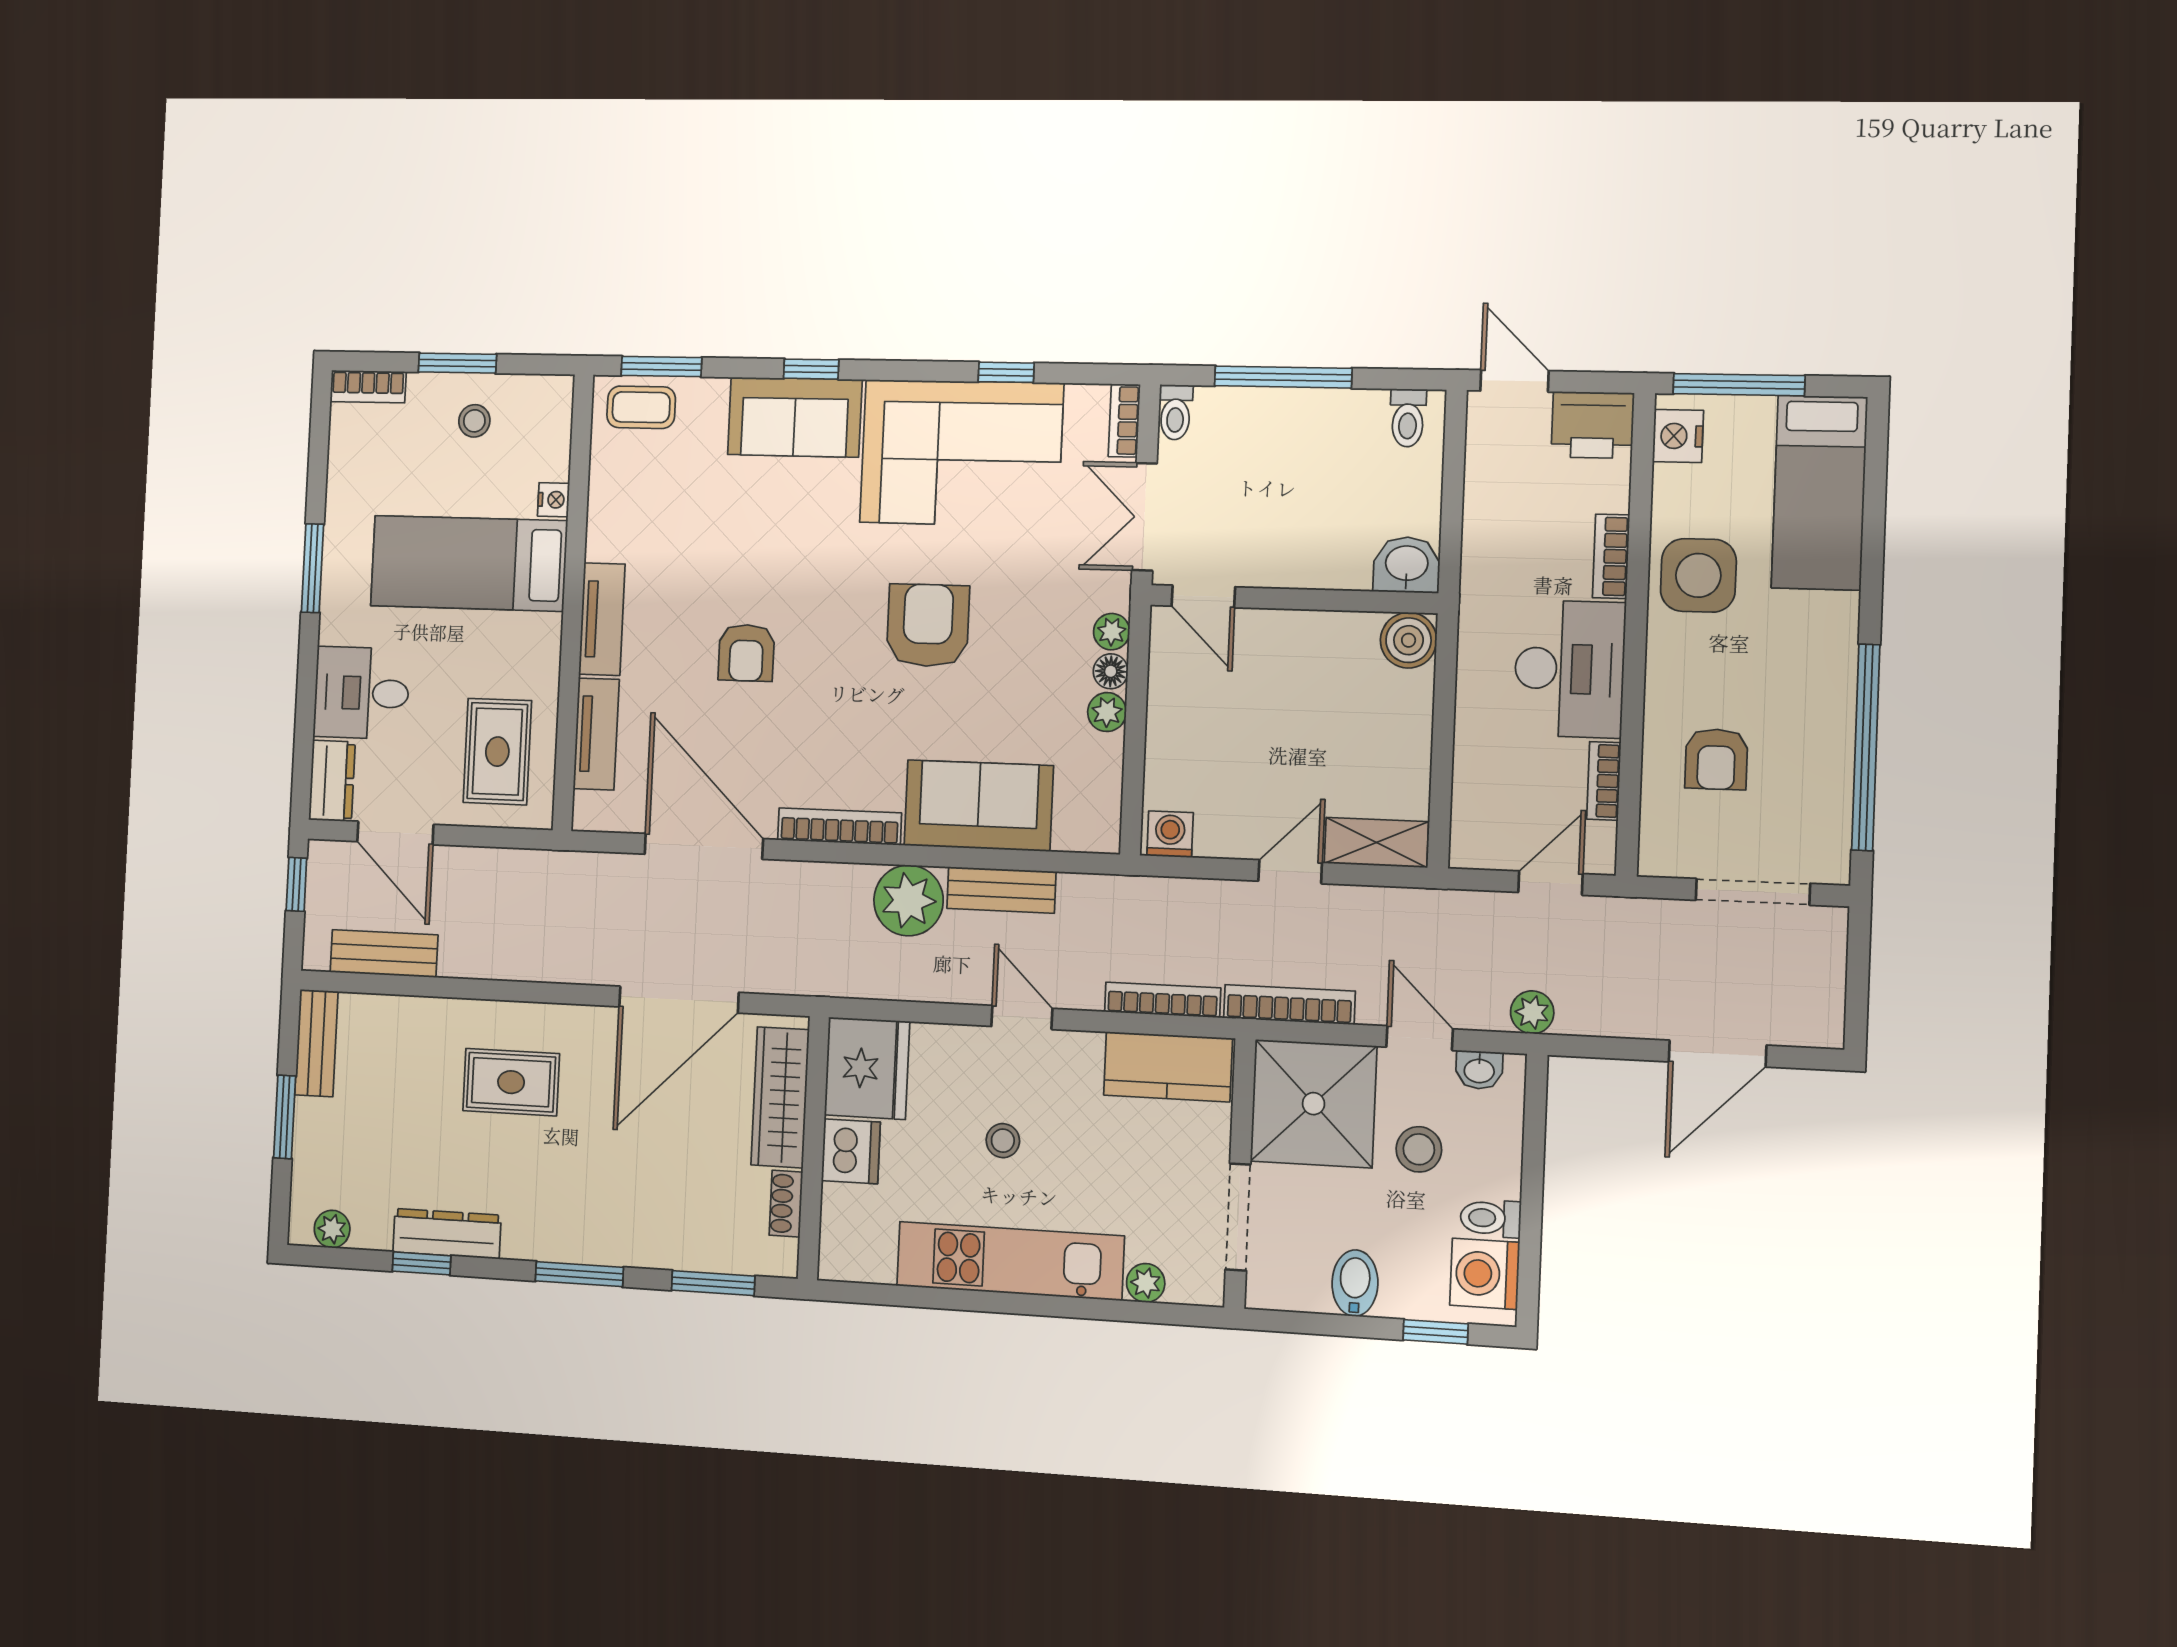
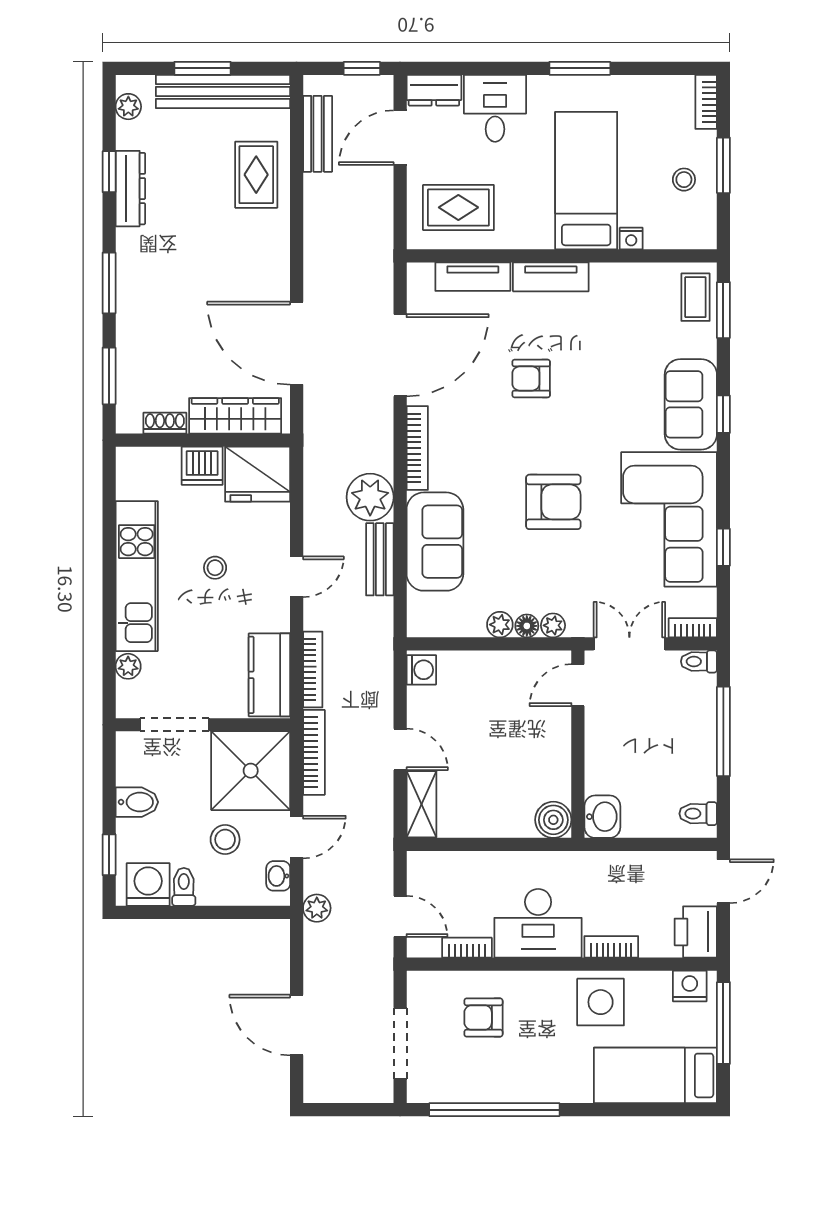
bench: (316, 1043) -> (223, 91), width x1.86, depth x1.21
rug: (511, 1082) -> (256, 175), moved

